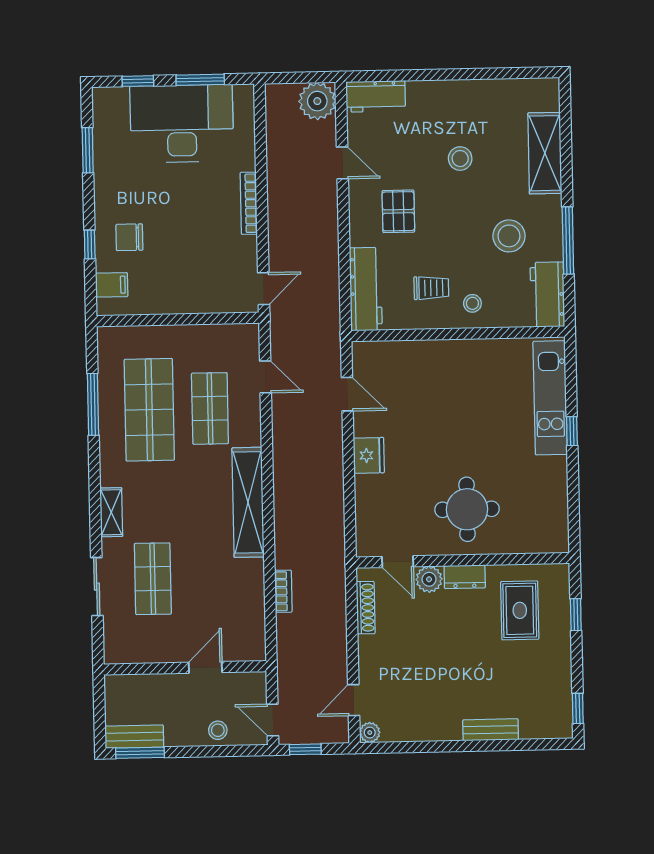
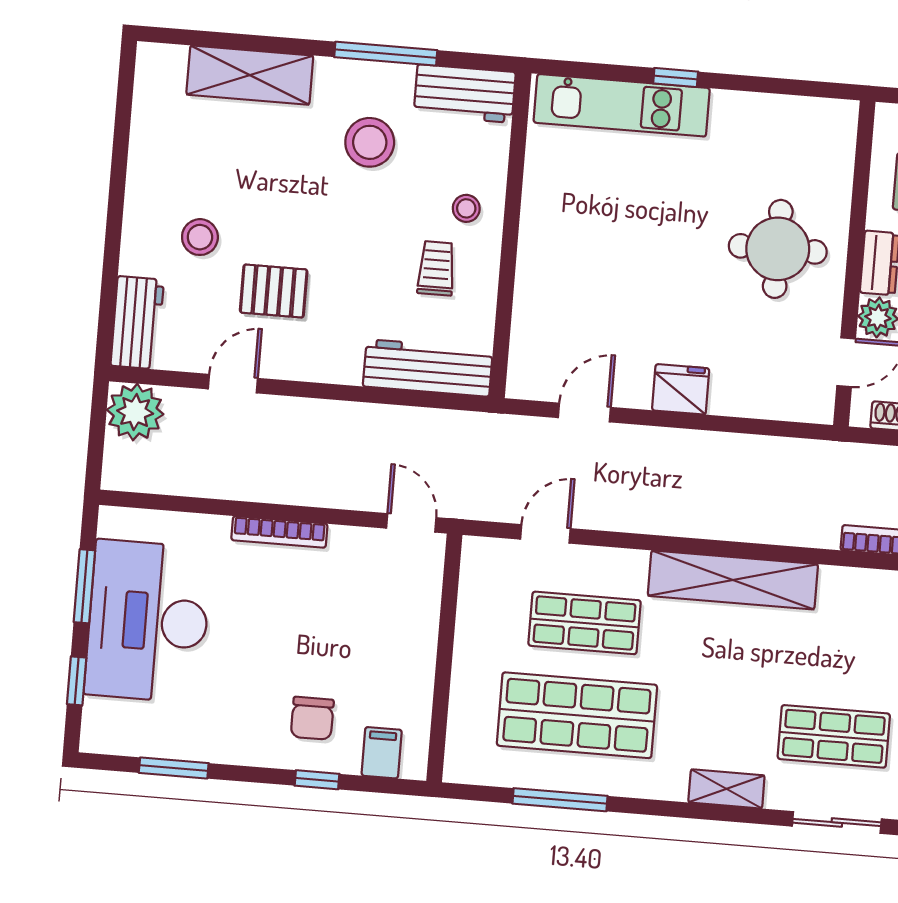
stool: (460, 159) -> (200, 237), moved
pallet: (398, 211) -> (274, 291), moved

